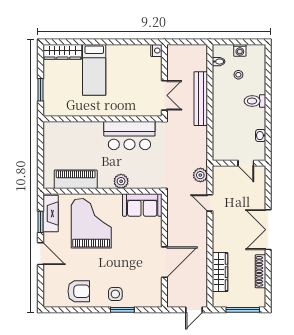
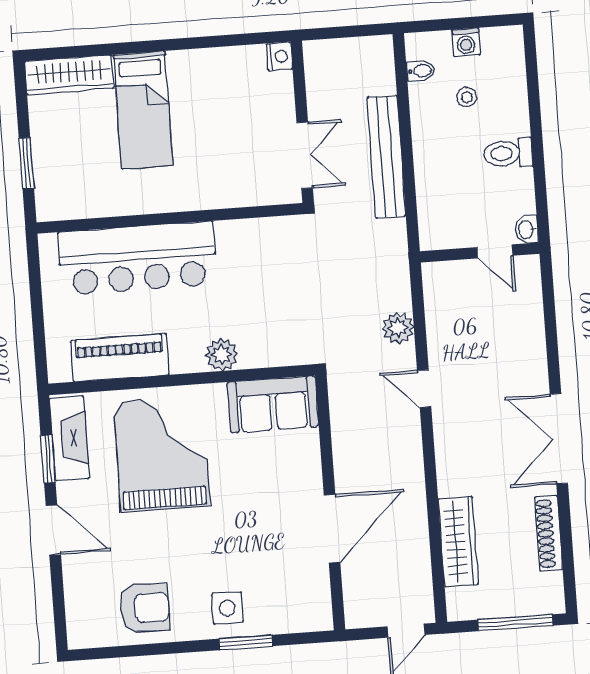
bar counter: (129, 136) -> (138, 258), moved, width x1.36
wall: (239, 163) -> (480, 253), moved
door: (246, 163) -> (495, 251), moved

